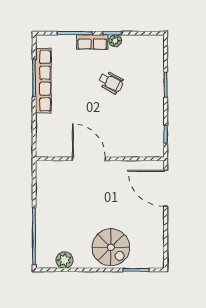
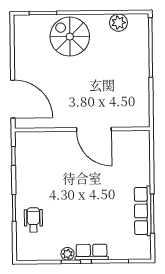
row of seats: (43, 81) -> (143, 211), width x0.73
wheelchair: (111, 82) -> (33, 220), moved, turned 63

